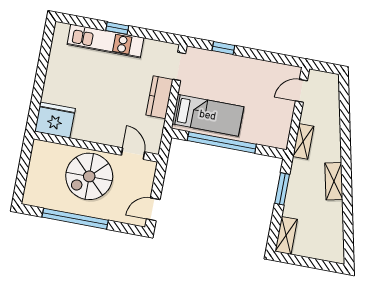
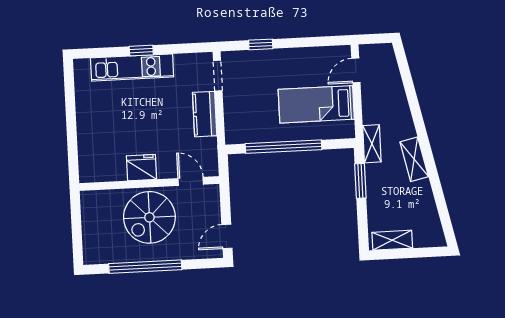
bed: (208, 115) -> (316, 104), moved, turned 180
fridge: (55, 120) -> (141, 168), moved, width x0.73, depth x0.75
shelving: (303, 141) -> (372, 144), moved
shelving: (286, 235) -> (392, 240), moved, turned 90

